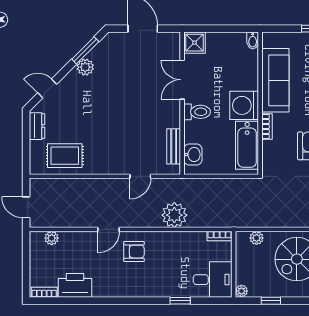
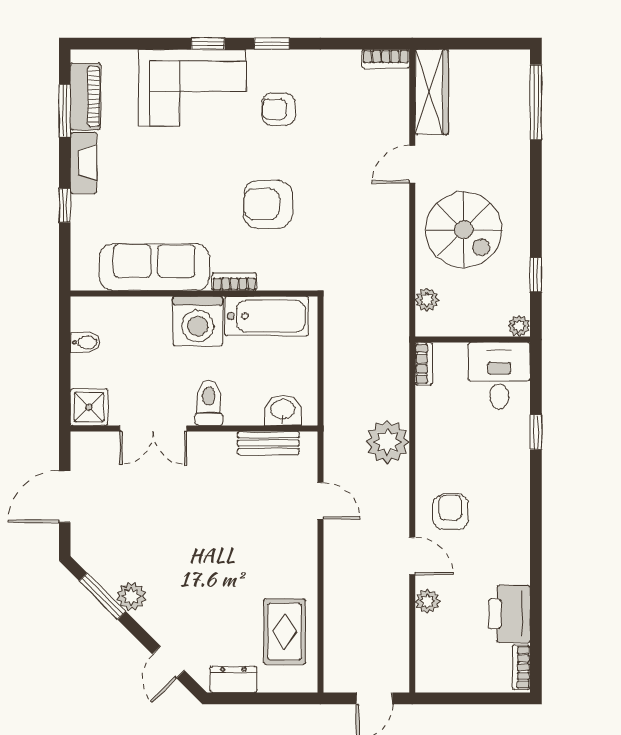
bidet: (253, 41) -> (85, 342), moved
plant: (52, 238) -> (427, 601), moved

